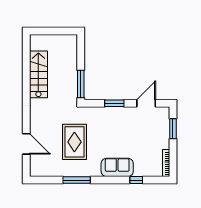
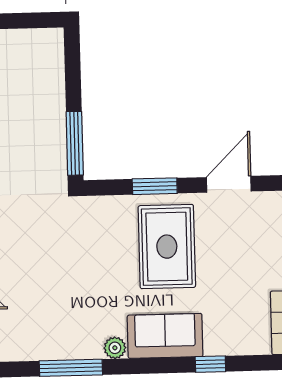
rug: (74, 142) -> (167, 247), moved
plant: (96, 172) -> (115, 348), added

